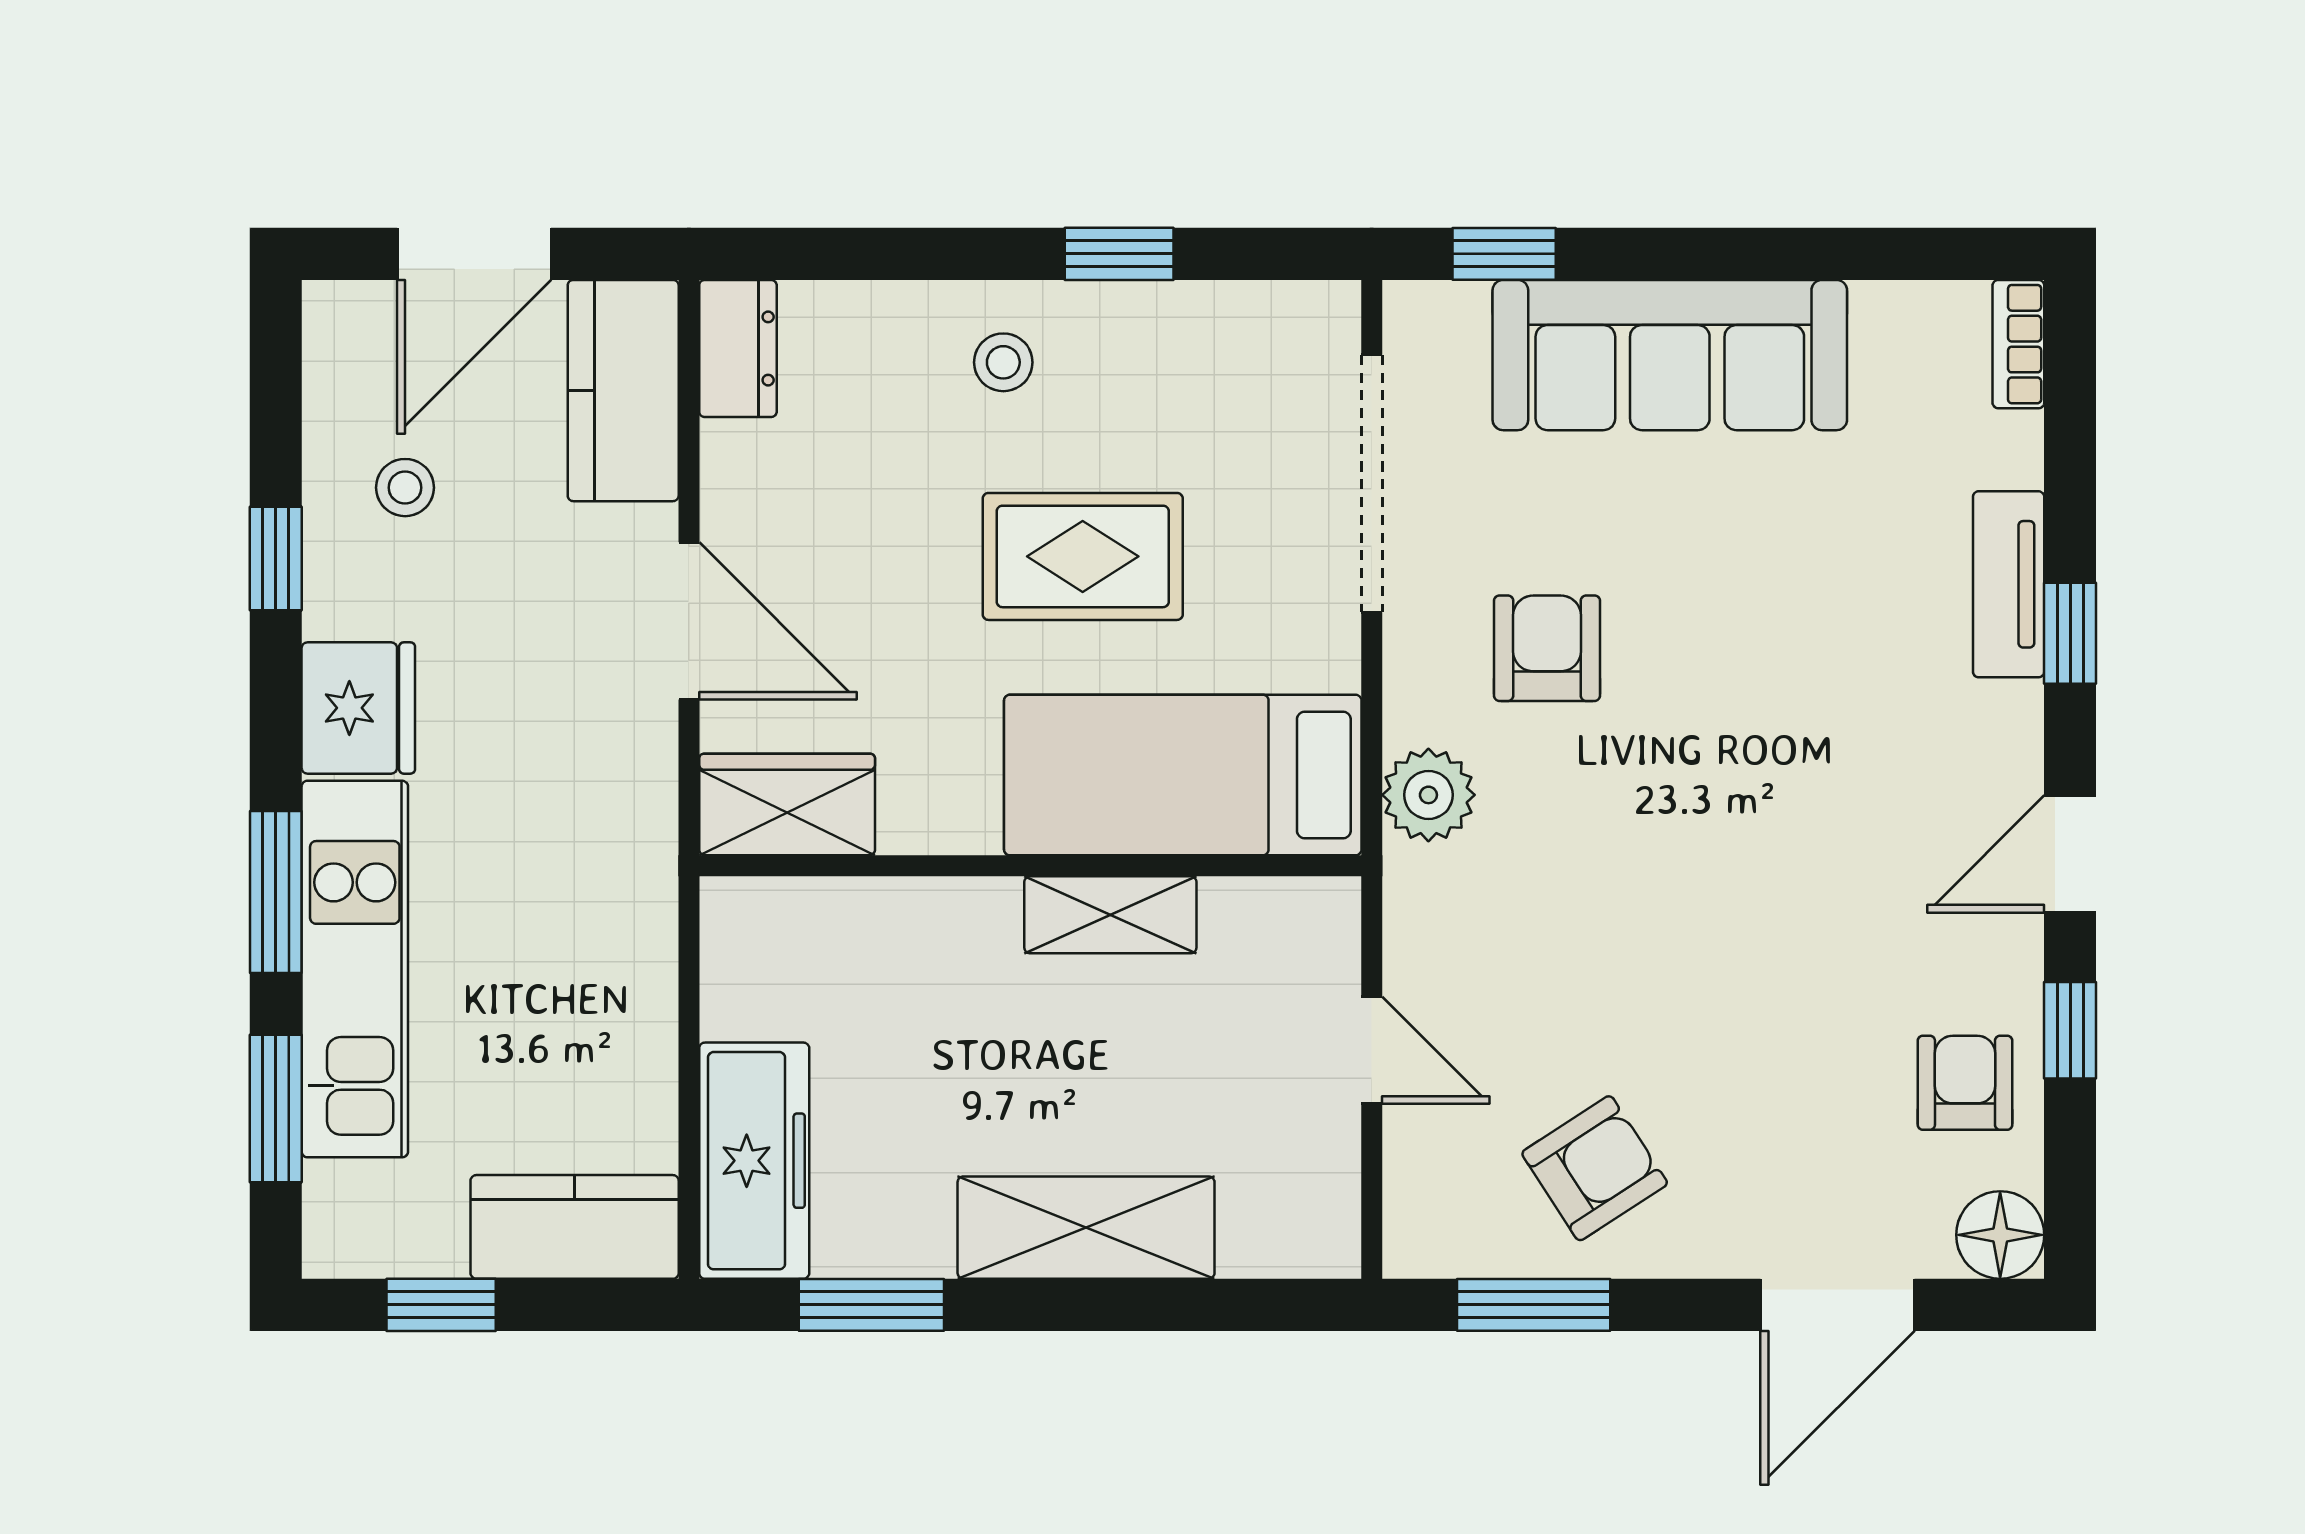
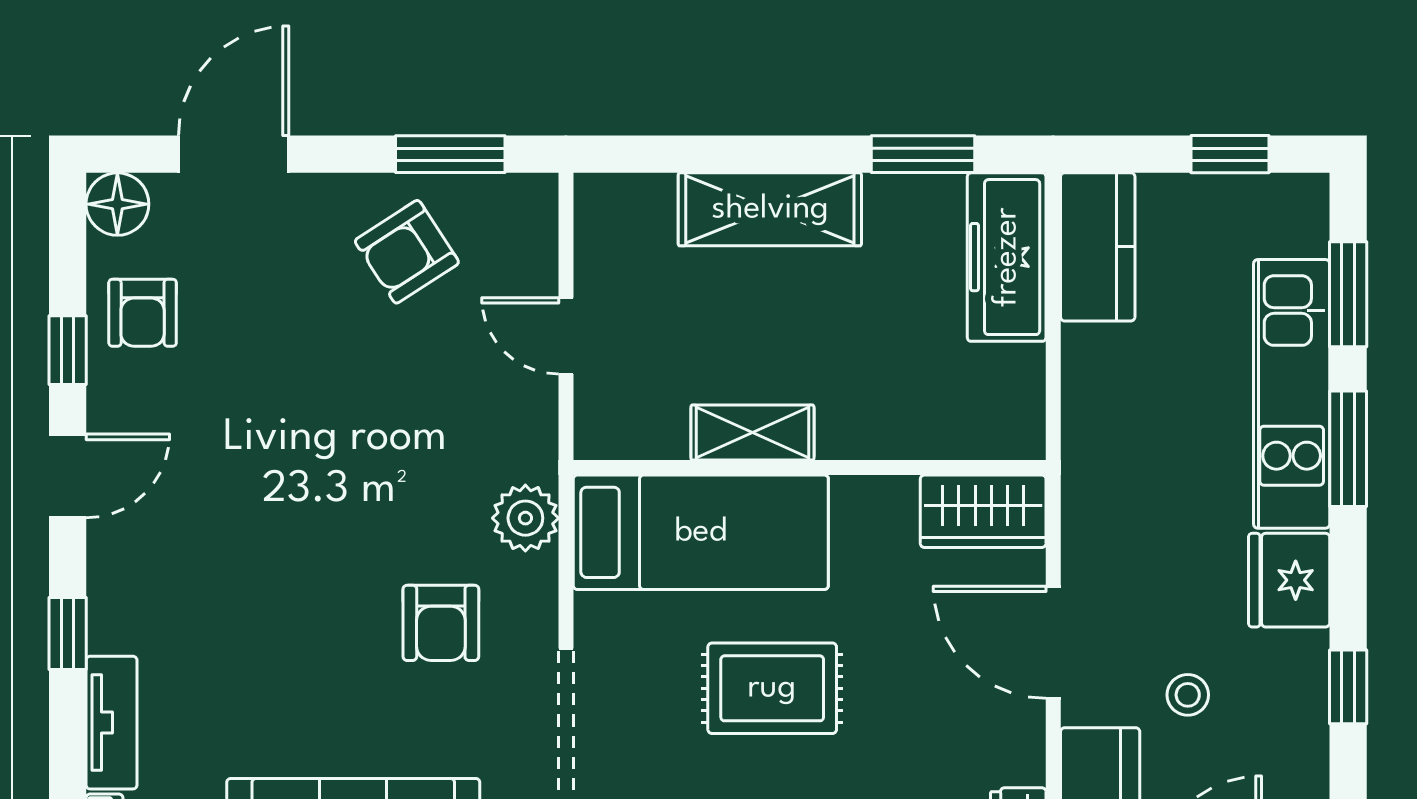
stool: (405, 488) -> (1188, 695), moved
tv unit: (2009, 584) -> (111, 723), moved
kitchen counter: (575, 1227) -> (1098, 247), moved, turned -90

